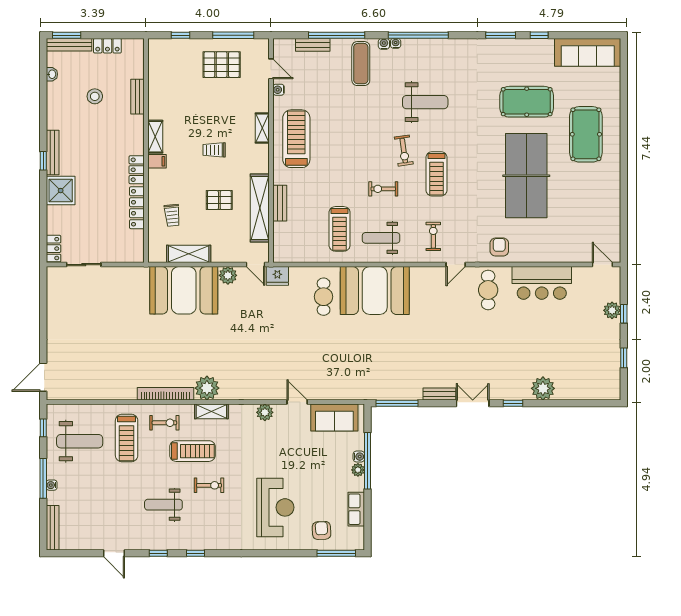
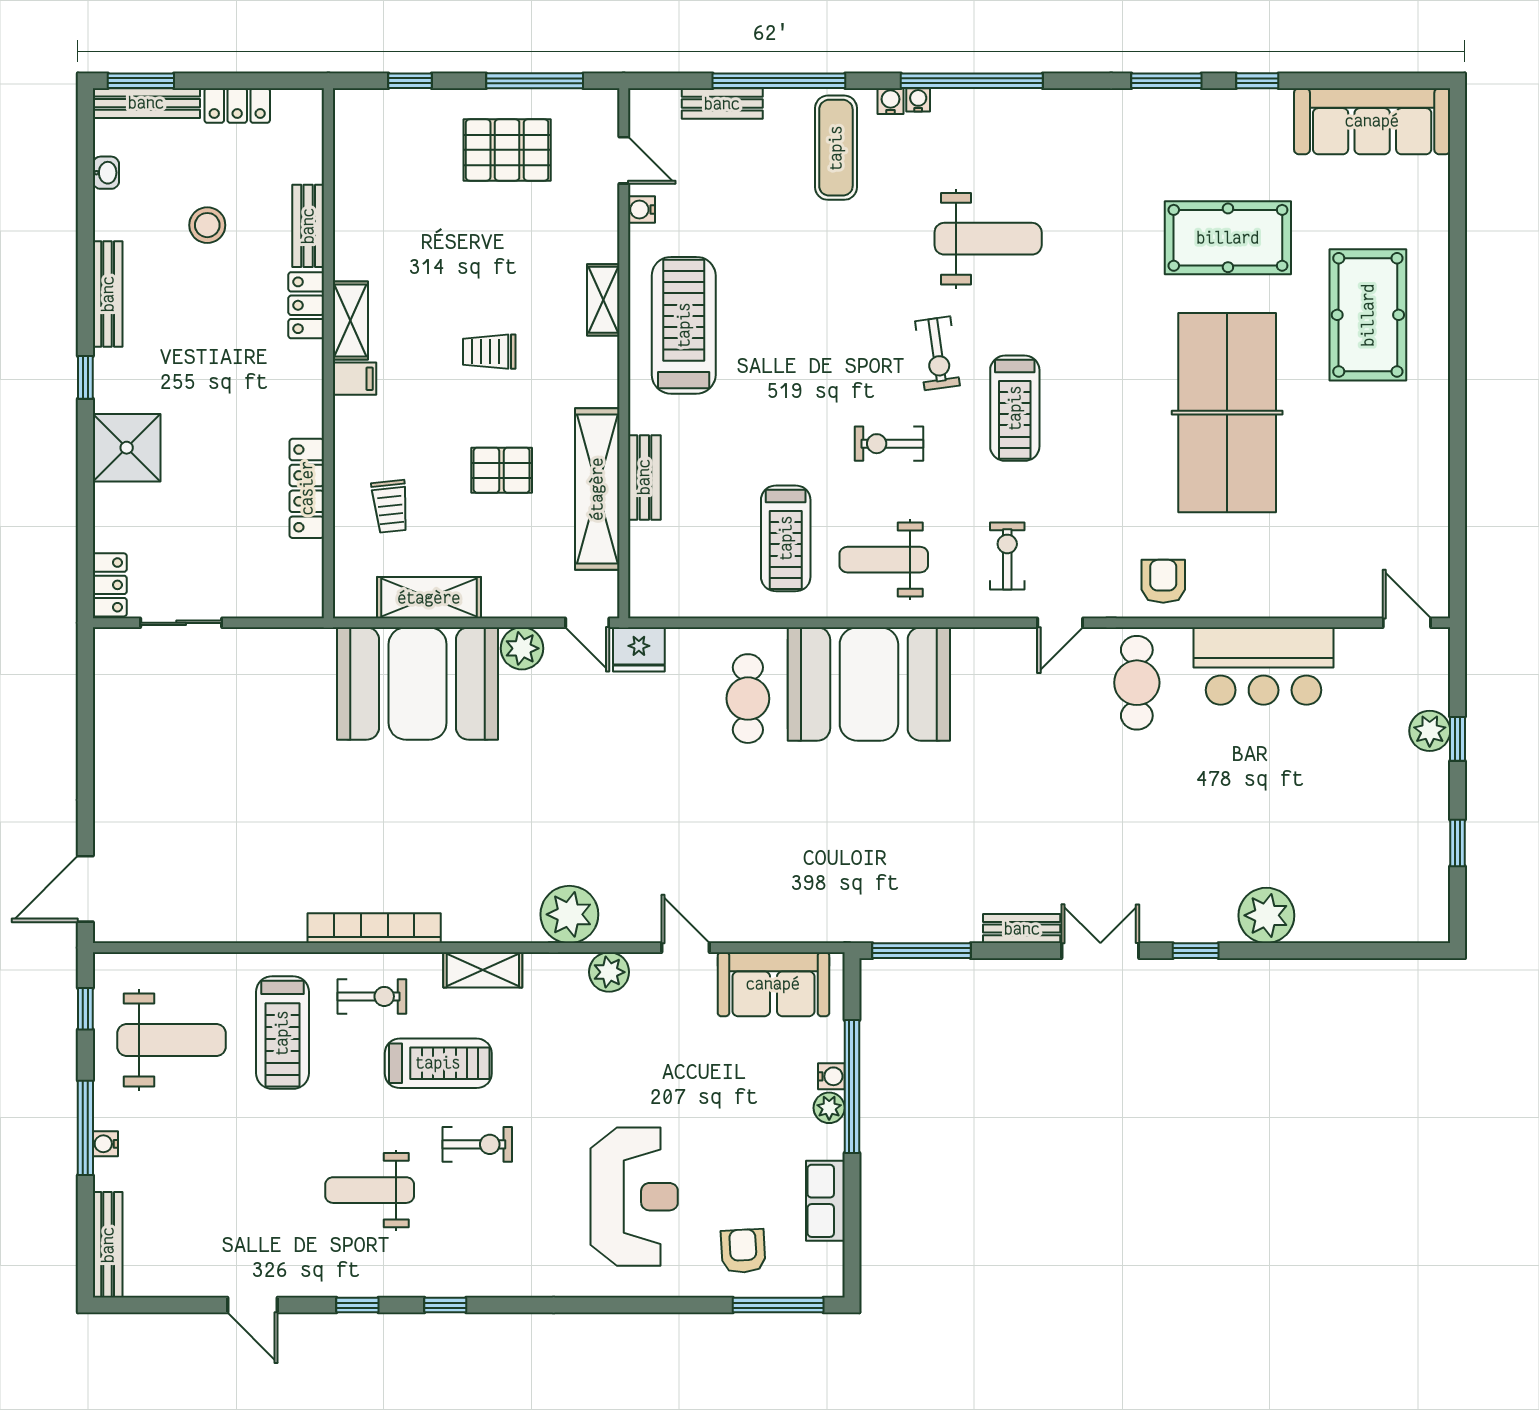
bench: (53, 153) -> (108, 294), moved
locker: (137, 170) -> (306, 305), moved
plant: (207, 388) -> (569, 914), moved

